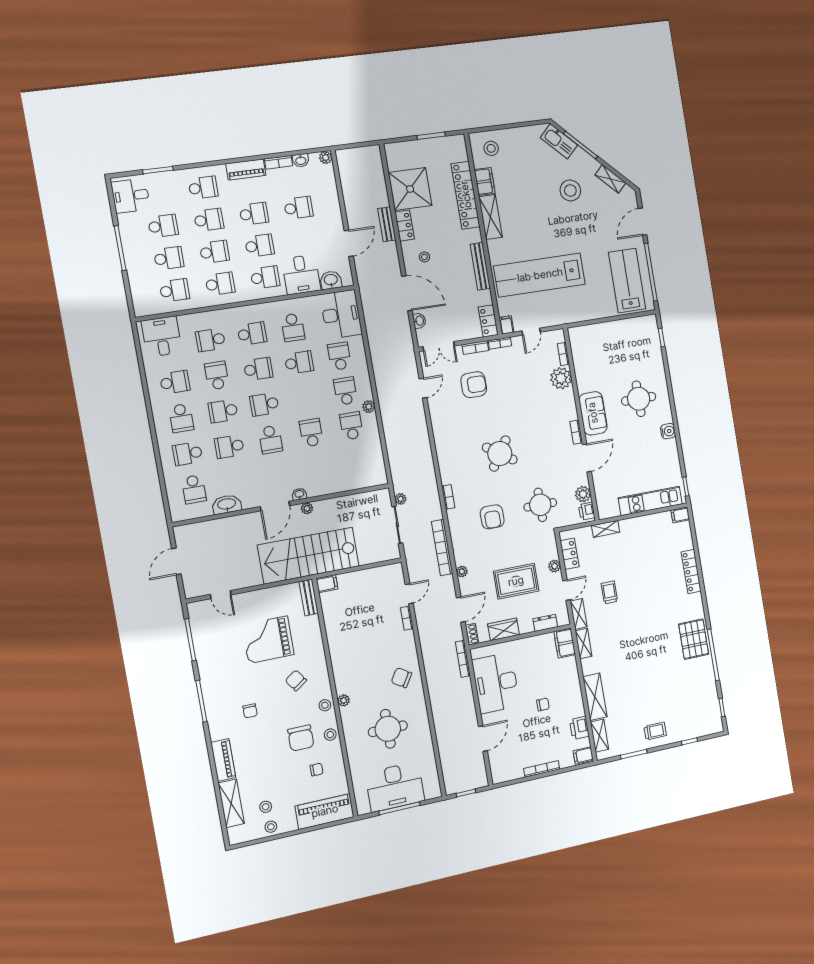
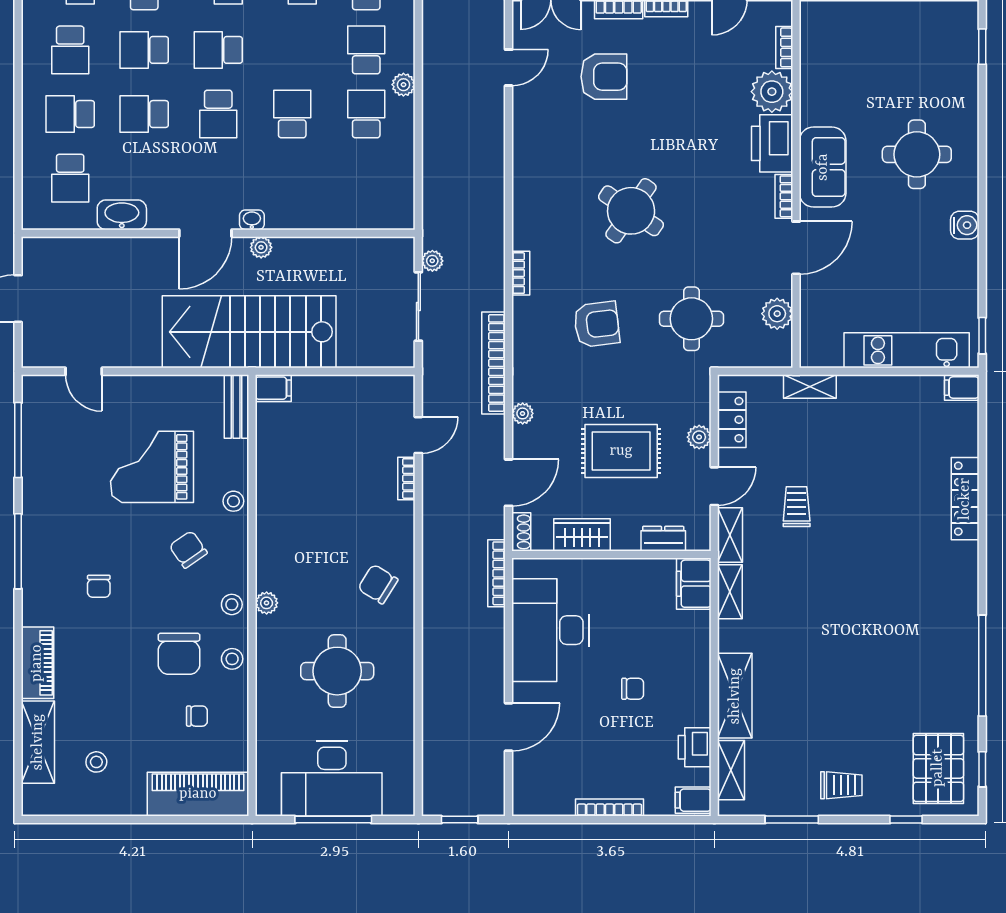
printer: (587, 511) -> (772, 143), moved, width x1.87, depth x1.48
armchair: (492, 517) -> (597, 324), turned -97
pallet: (694, 639) -> (938, 768), moved
stool: (271, 827) -> (233, 501), moved

